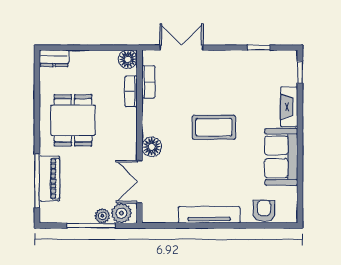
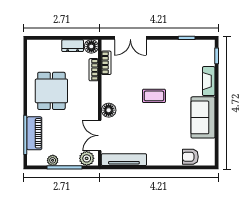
double door: (182, 48) -> (130, 38), swing flipped
dresser: (54, 58) -> (73, 46), moved
coffee table: (214, 127) -> (154, 96), width x0.73, depth x0.77
armchair: (264, 211) -> (190, 157), turned -90
tv unit: (209, 215) -> (124, 160), moved
plant: (102, 216) -> (53, 160), moved

